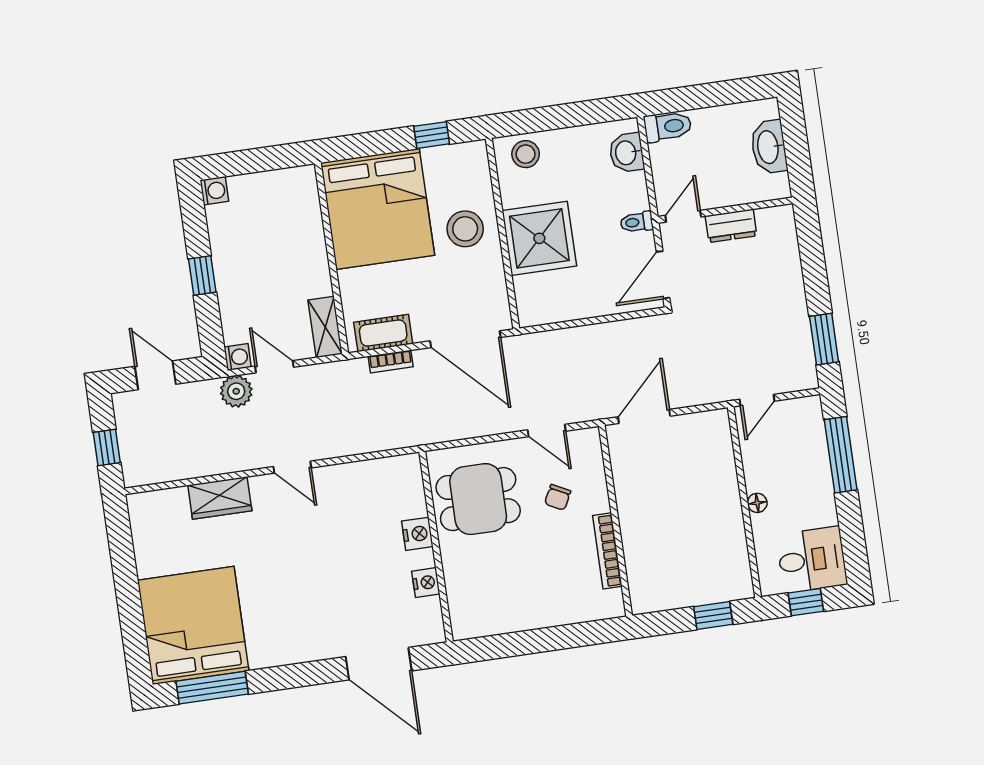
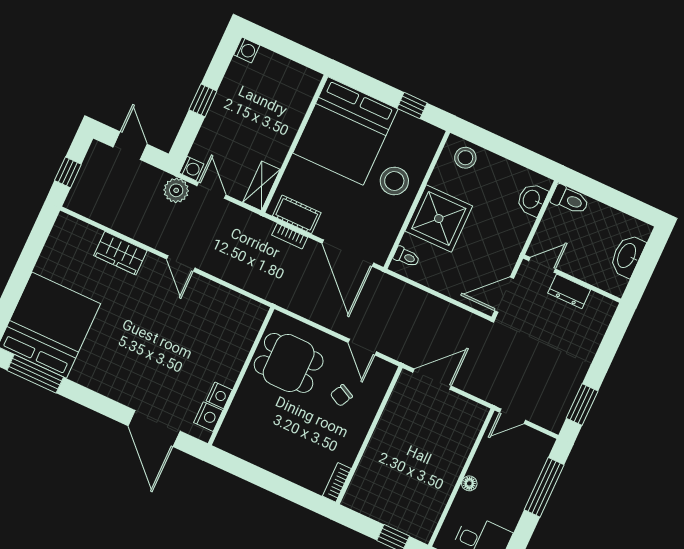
toilet: (637, 222) -> (406, 257), moved, turned 180
nightstand: (417, 534) -> (208, 417), moved
bookcase: (607, 551) -> (337, 482), moved, width x0.64

